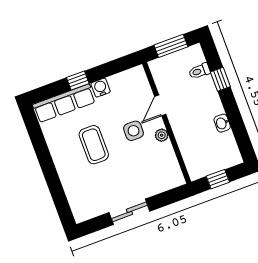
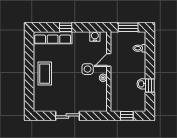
window: (220, 79) -> (150, 85), moved
water cooler: (101, 88) -> (95, 36), moved
coffee table: (94, 145) -> (45, 74), moved

